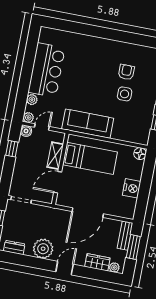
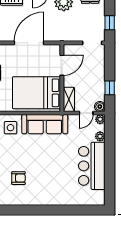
armchair: (126, 72) -> (19, 178), turned -90
side table: (125, 94) -> (11, 128), moved
shelving: (55, 156) -> (69, 99), moved
bed: (90, 158) -> (36, 93), width x1.50

